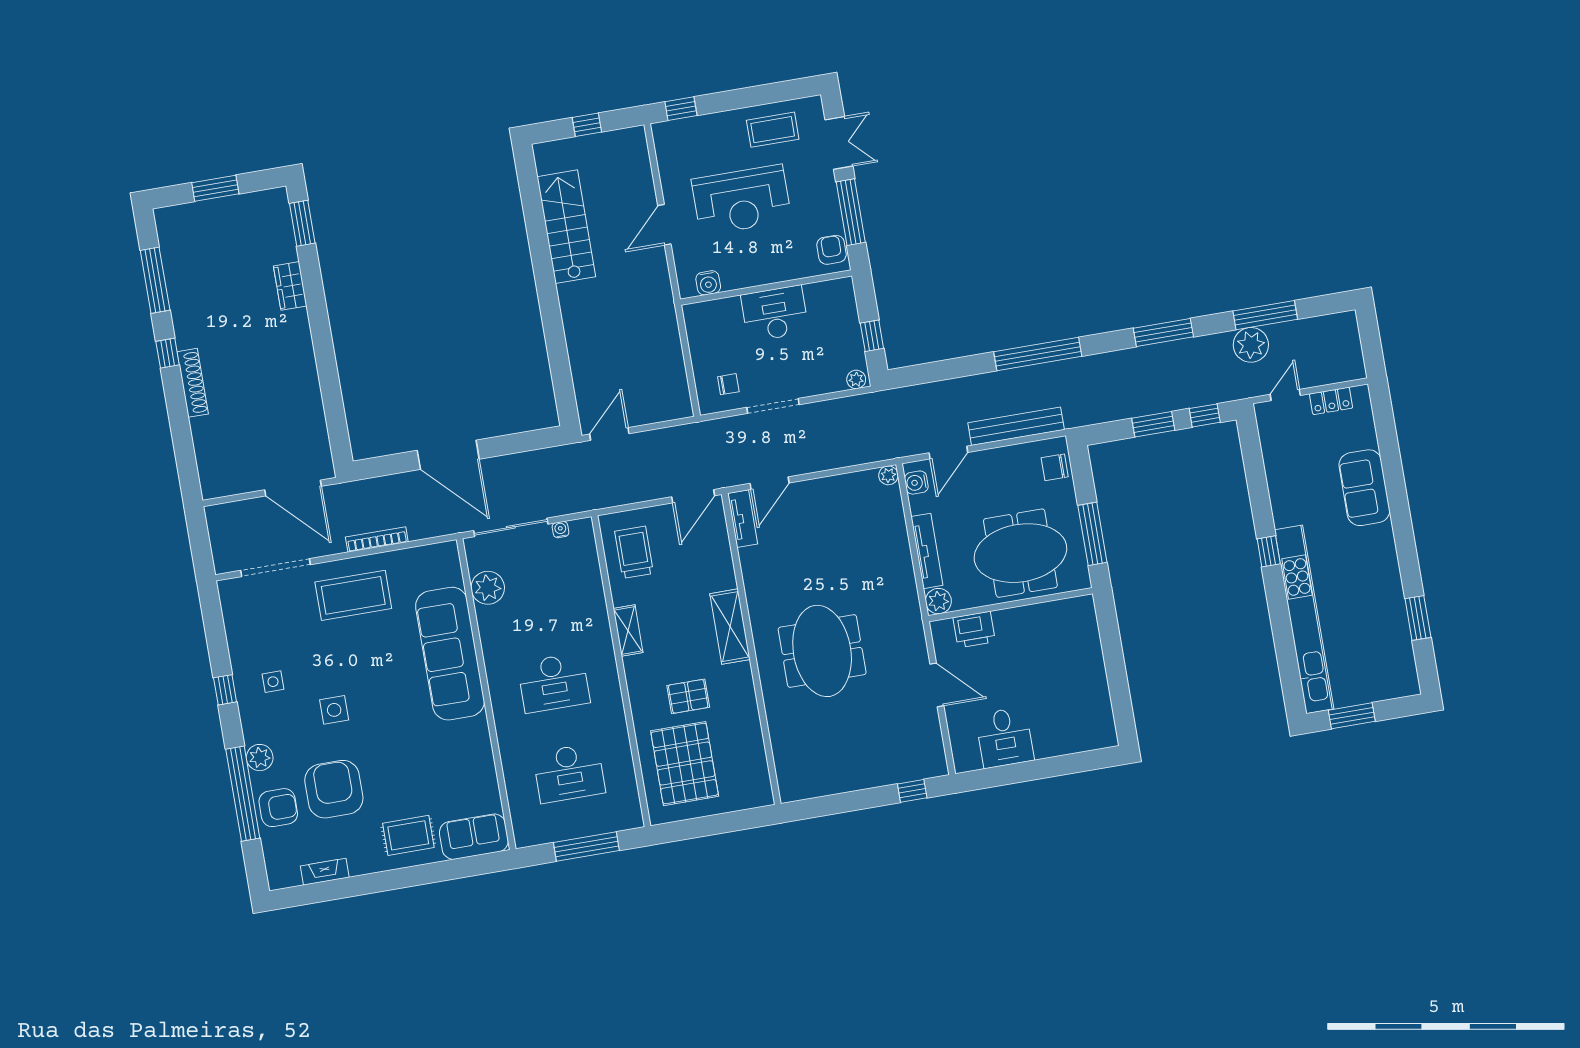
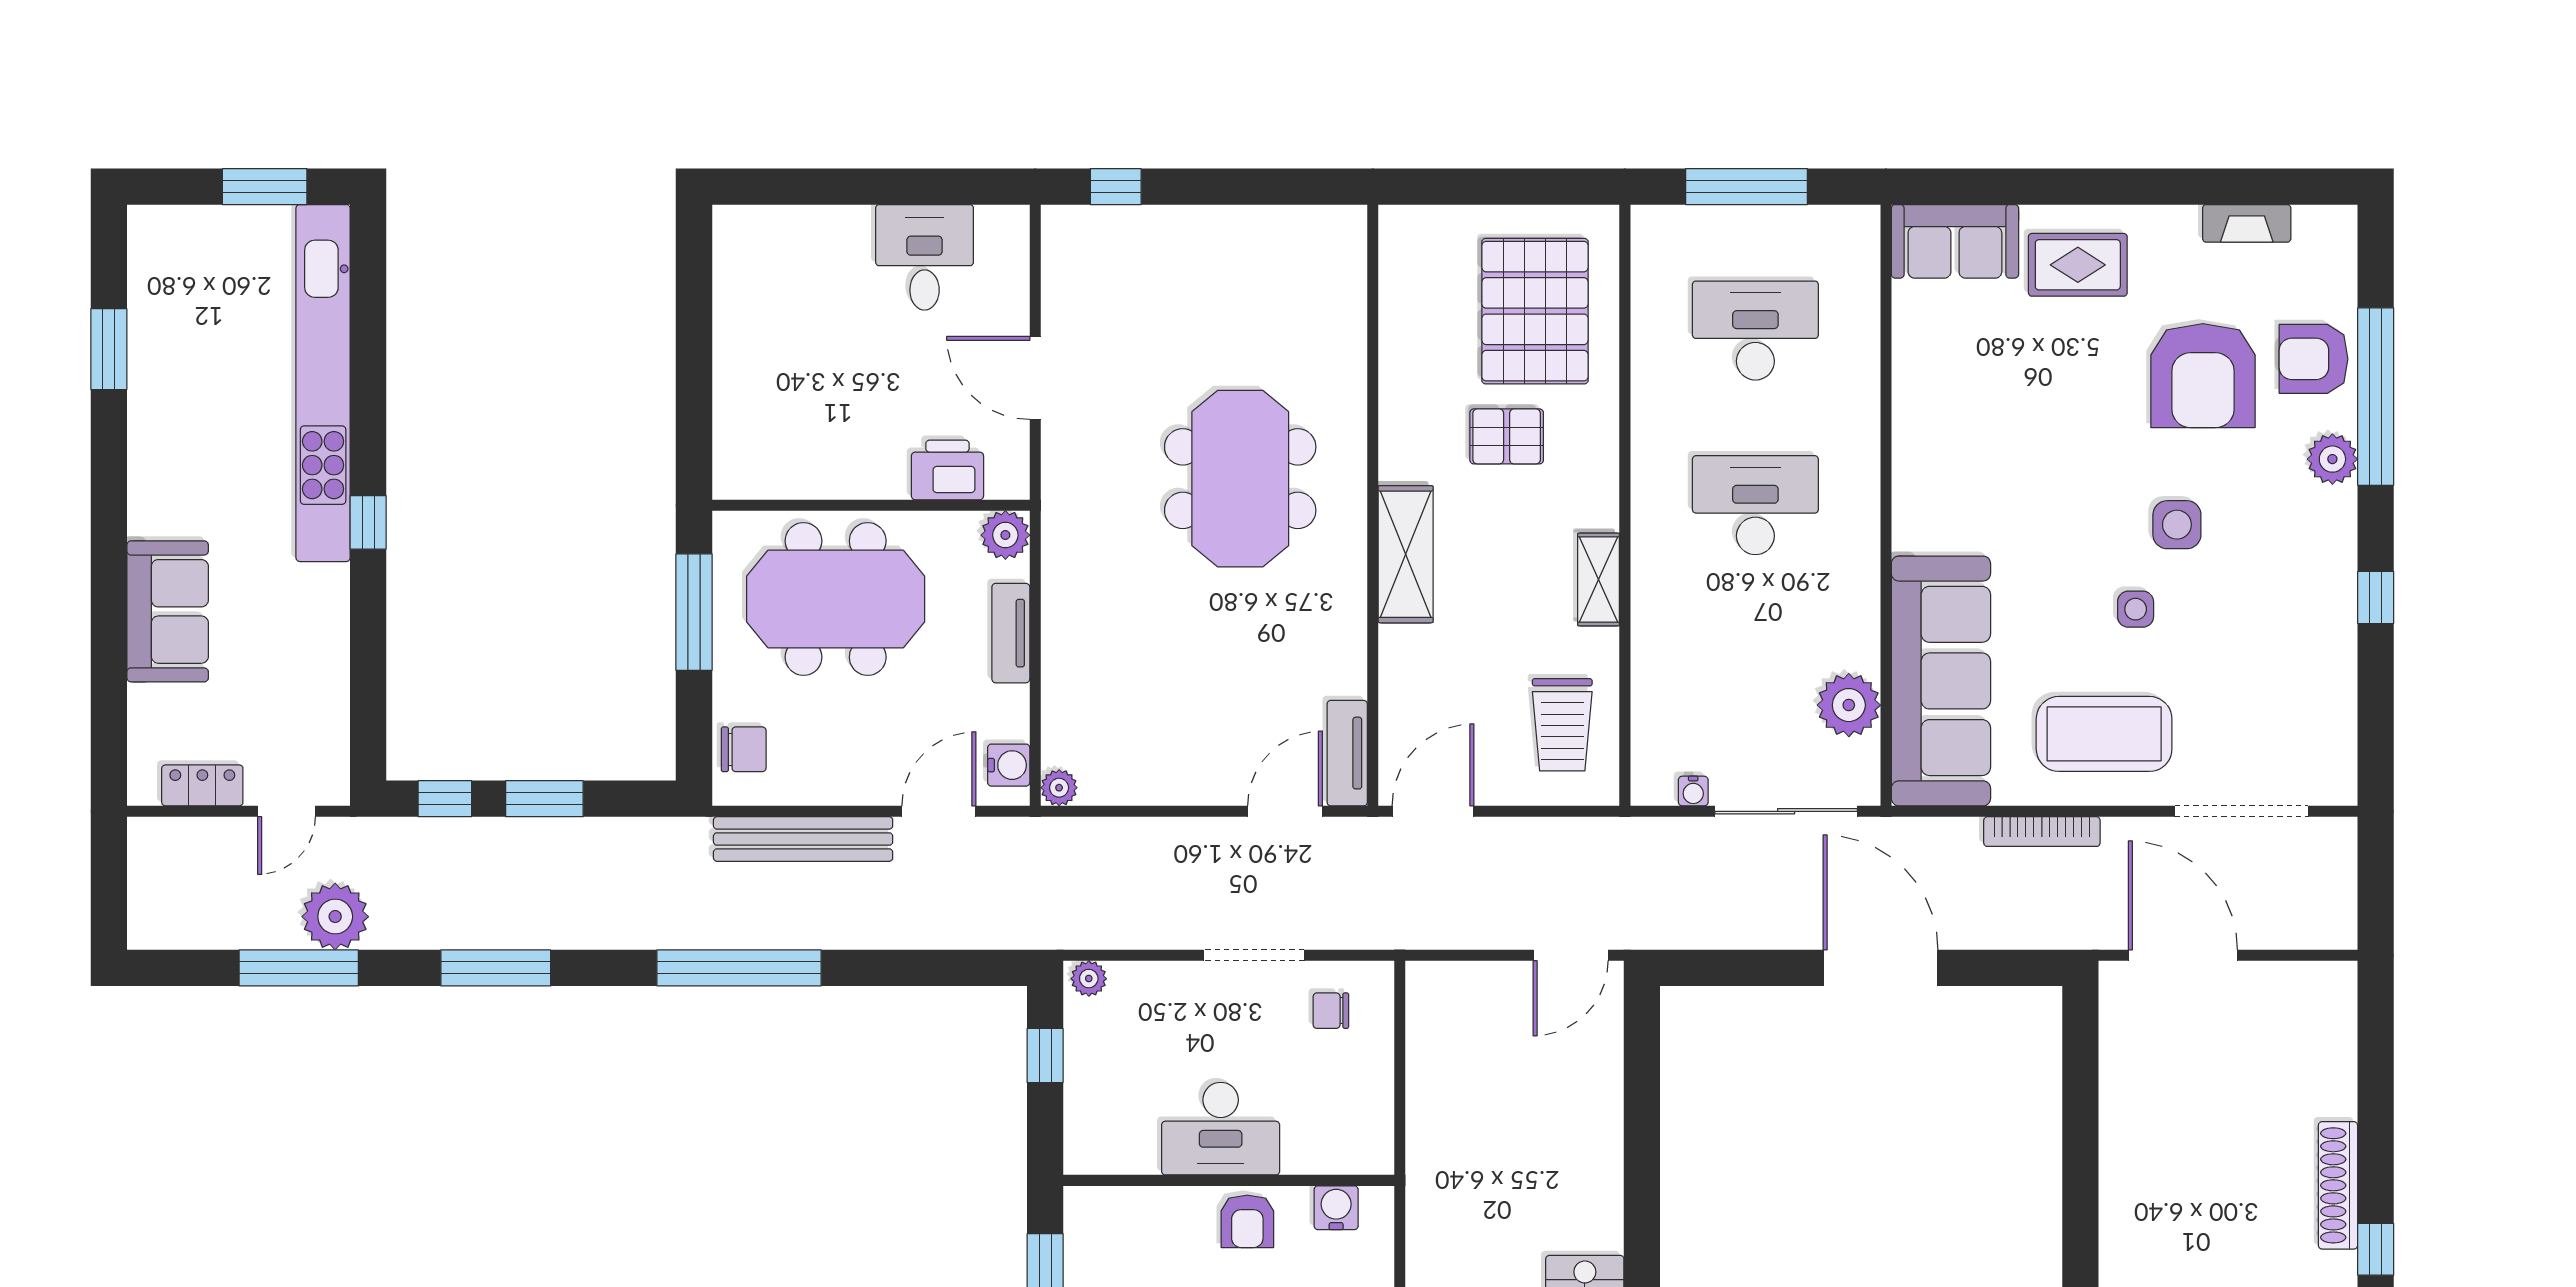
armchair: (831, 250) -> (1247, 1221), moved
tv unit: (927, 551) -> (1011, 633), width x0.71
sofa: (450, 654) -> (1941, 681), moved
side table: (273, 682) -> (2136, 609), moved

